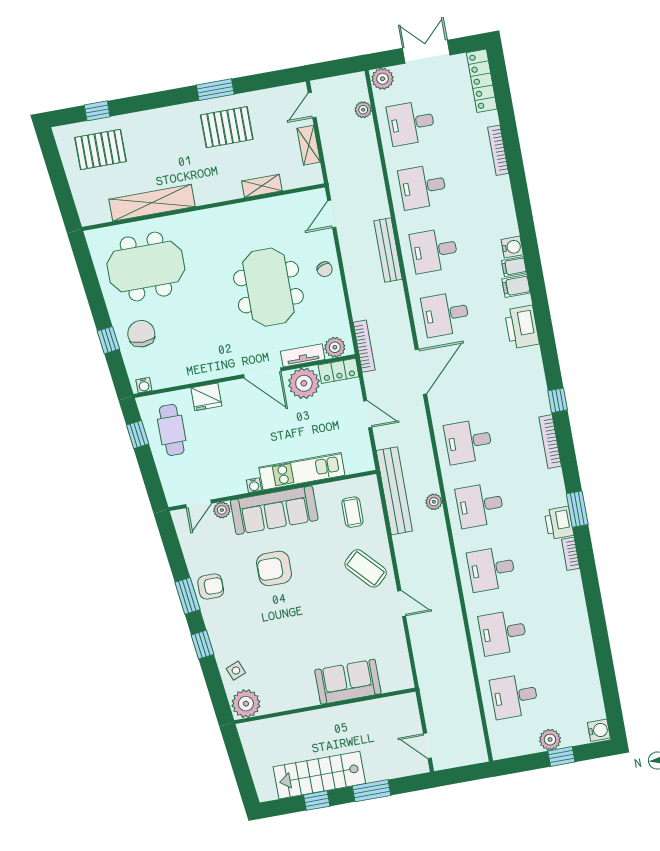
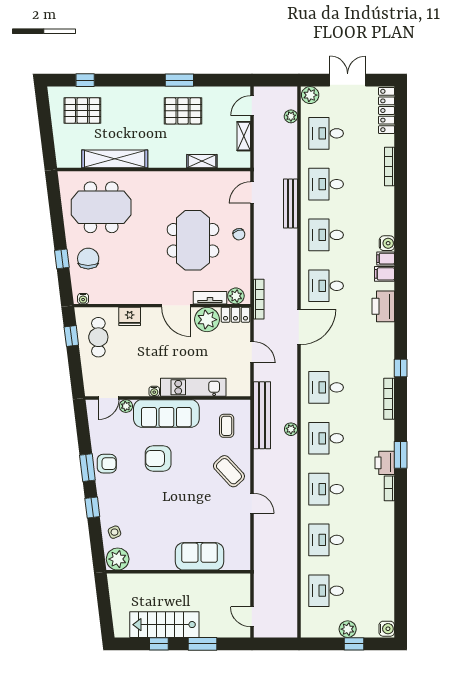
bench: (388, 250) -> (291, 204), moved

